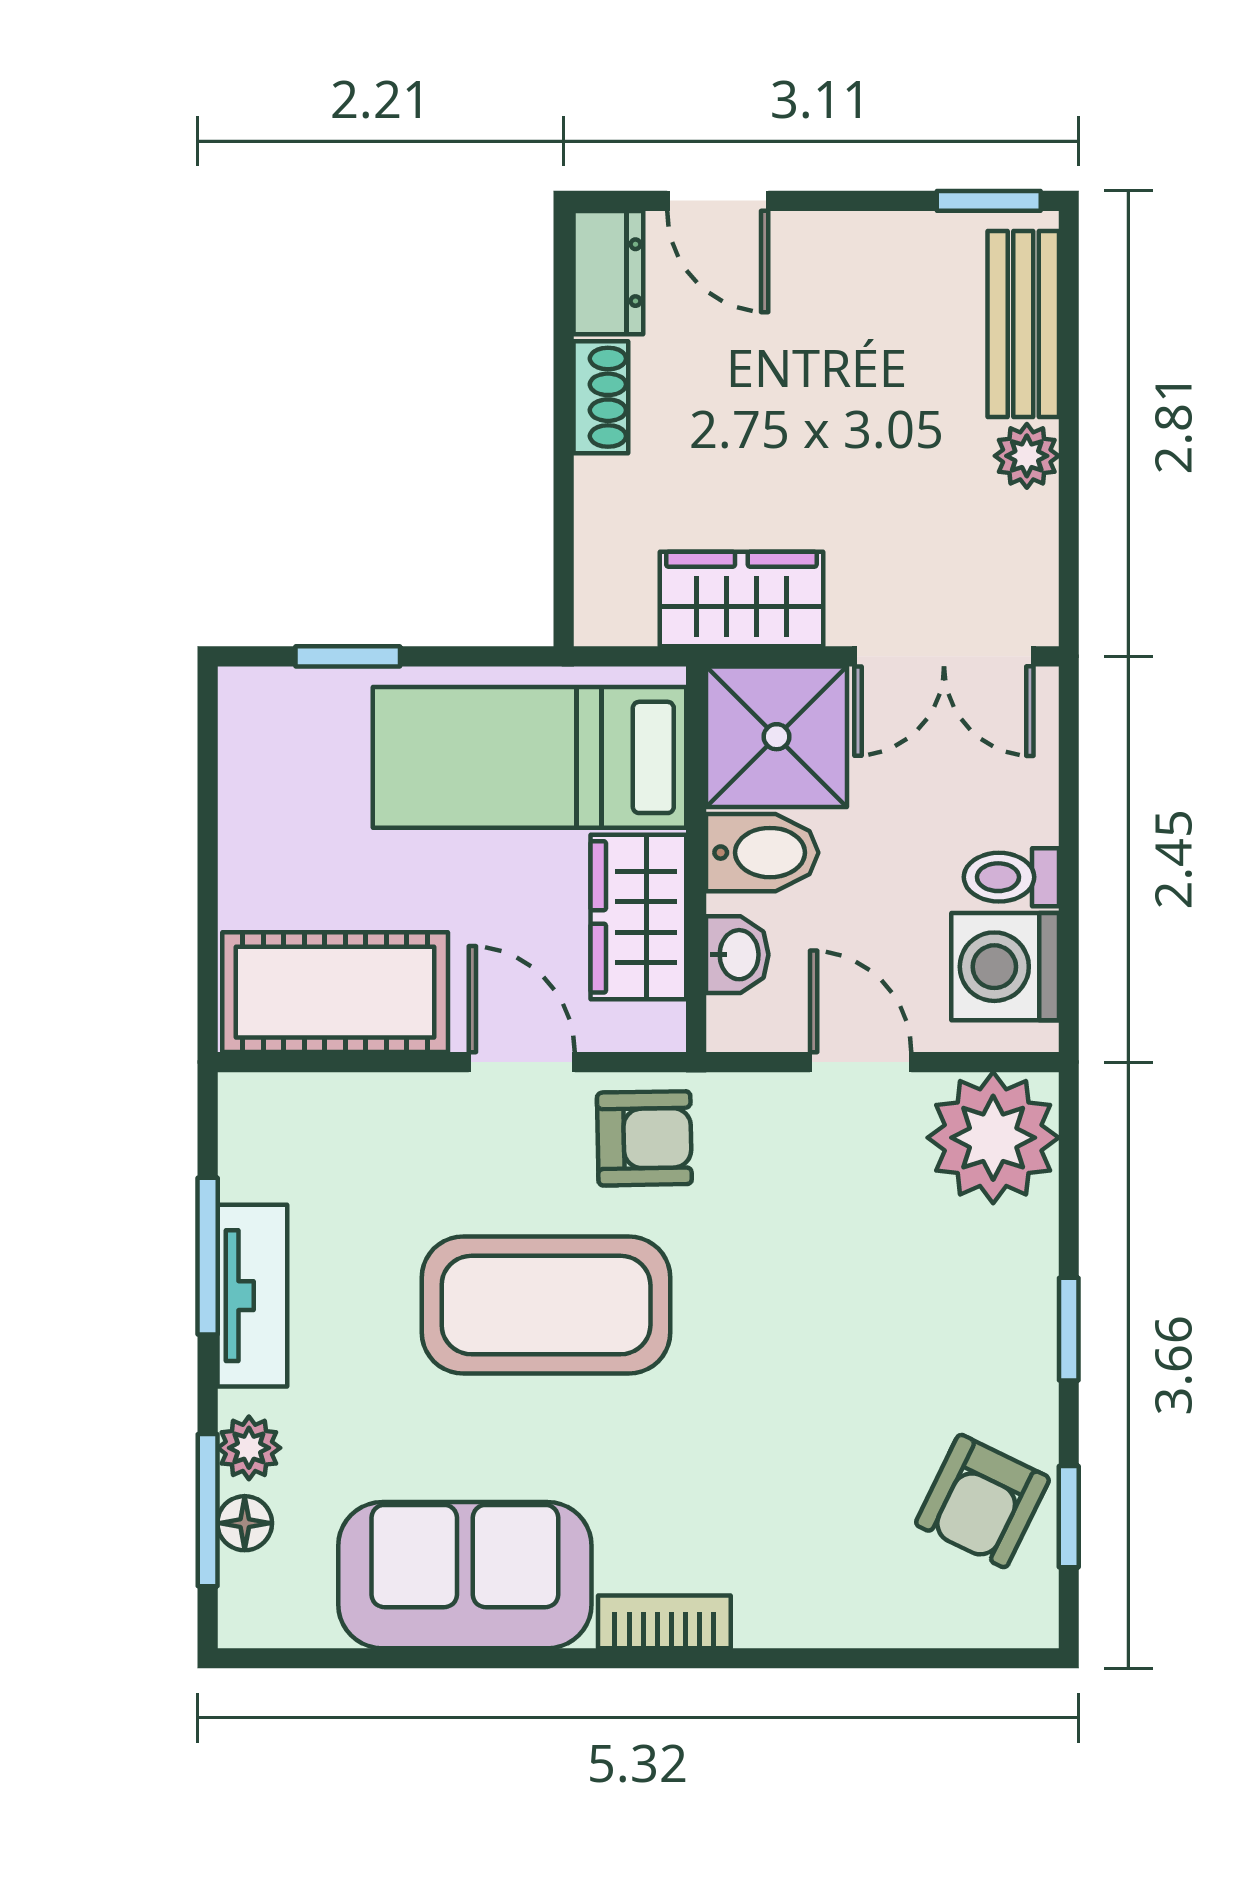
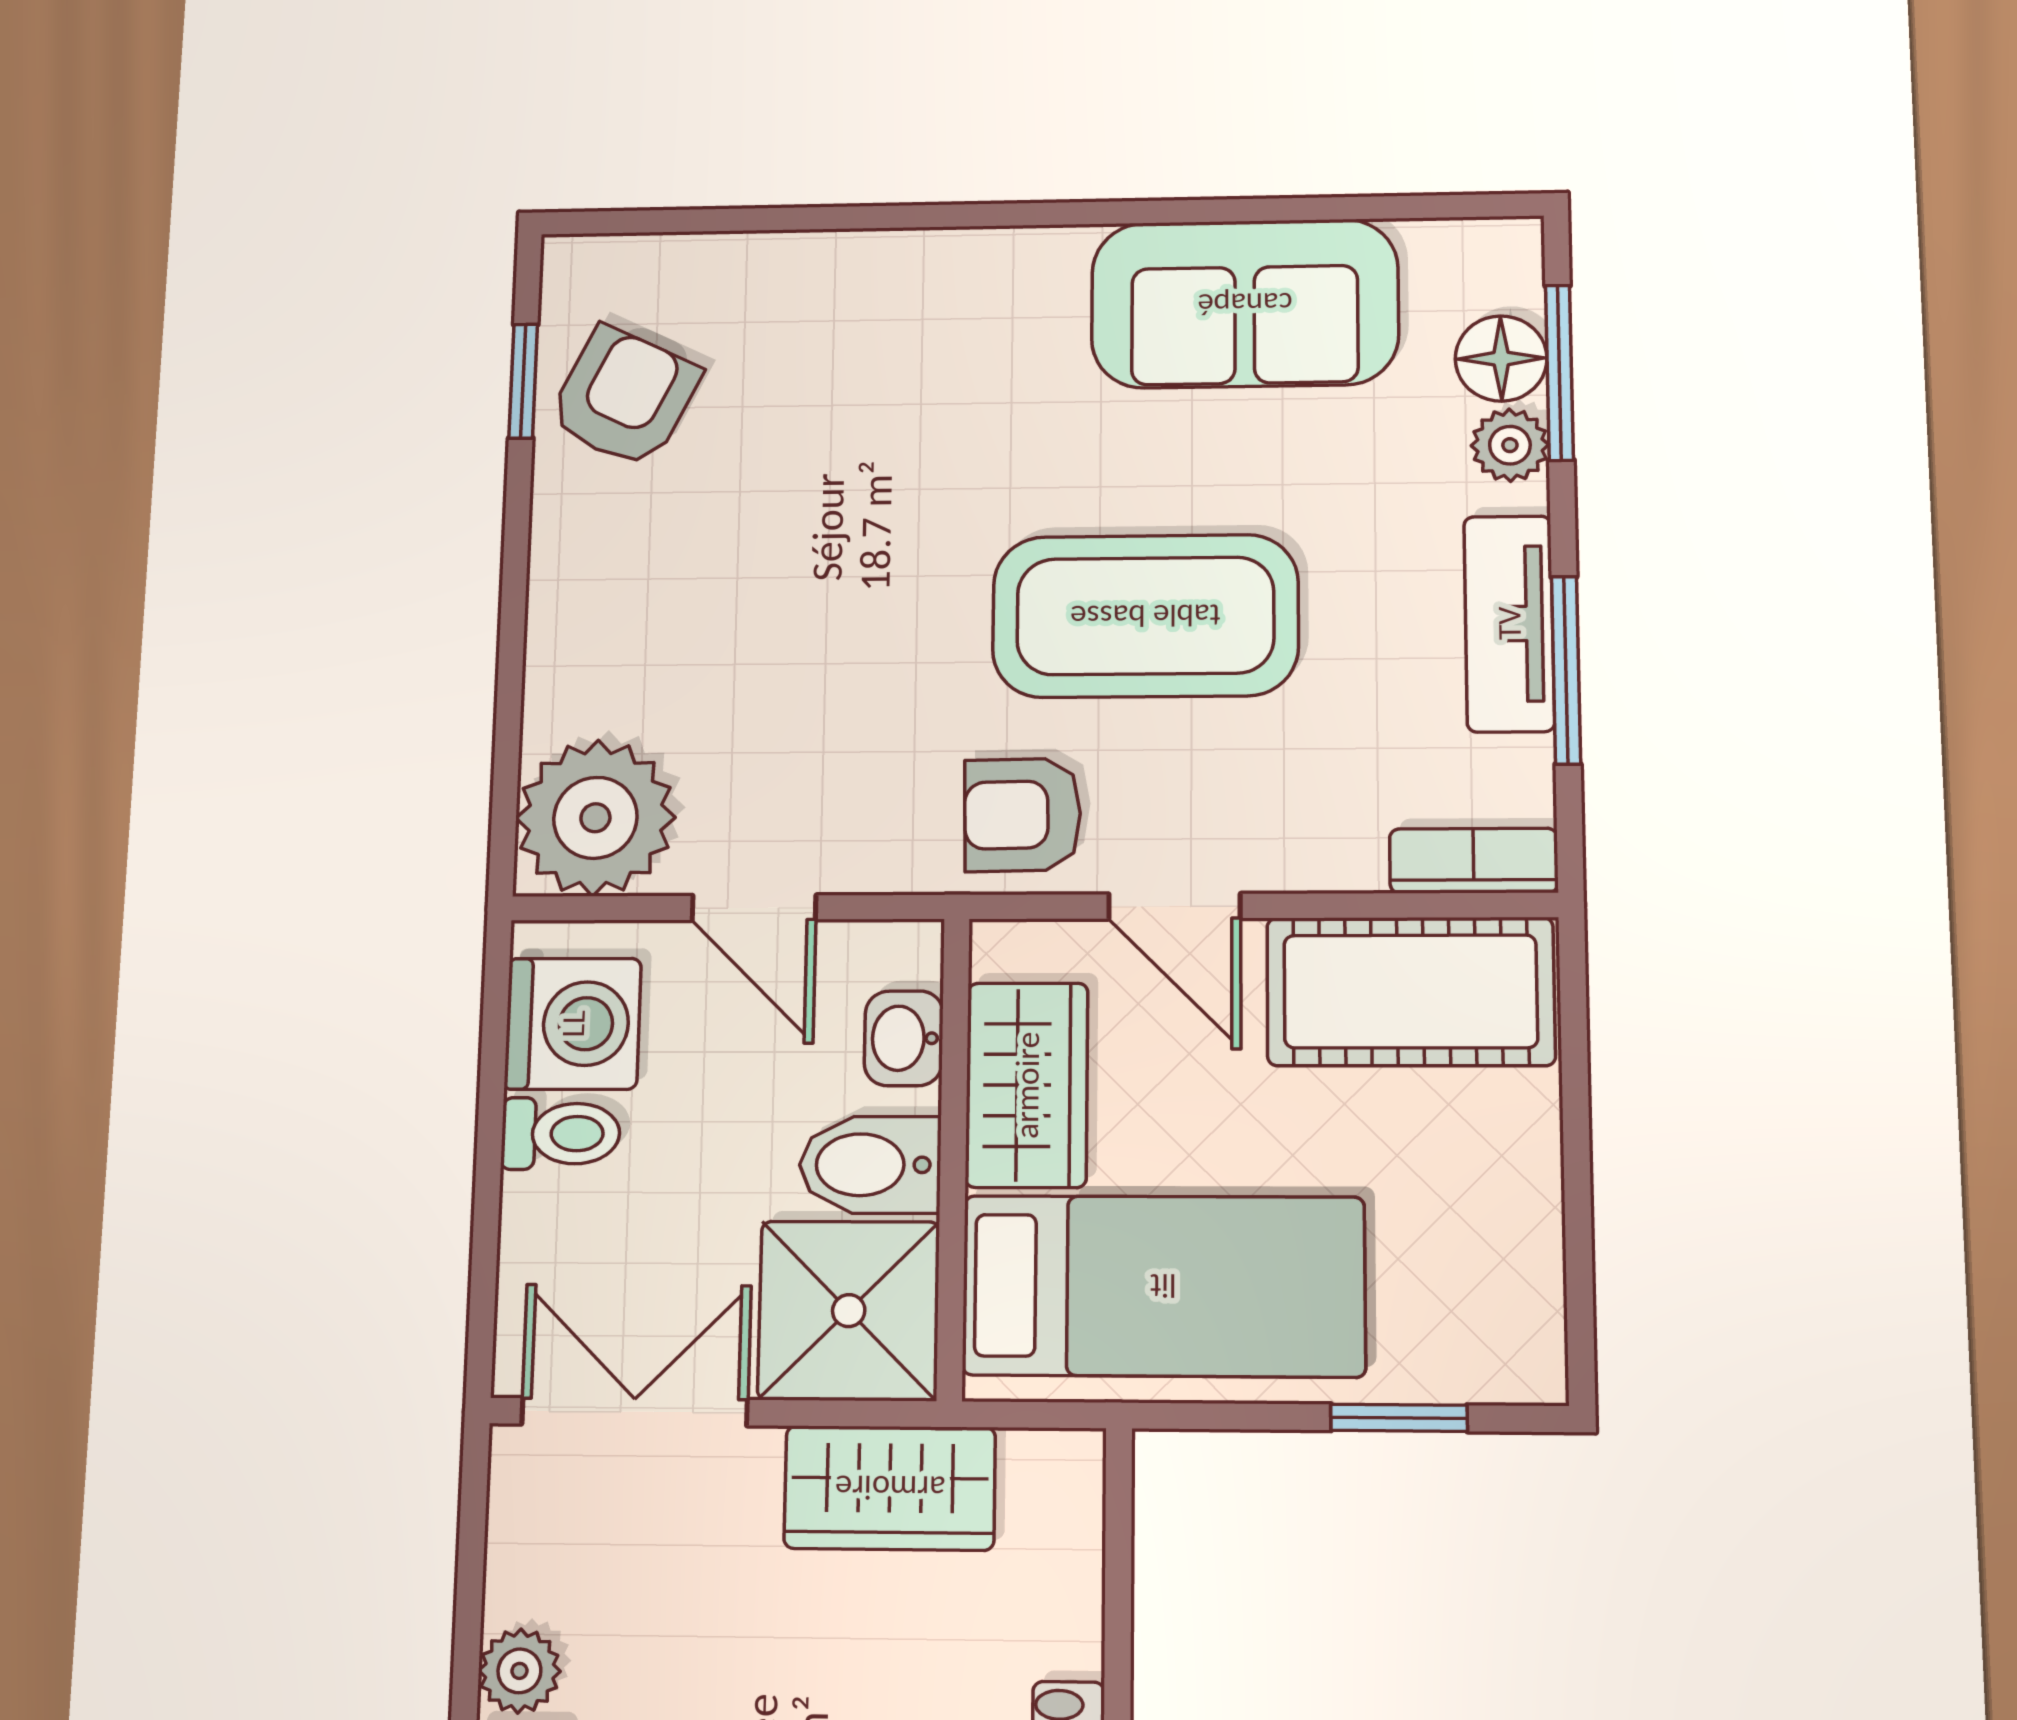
window: (1069, 1329) -> (514, 594), removed
floor lamp: (245, 1523) -> (1501, 359), width x1.37, depth x1.37
bookcase: (664, 1622) -> (1474, 861), moved, turned 180

